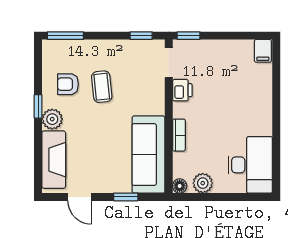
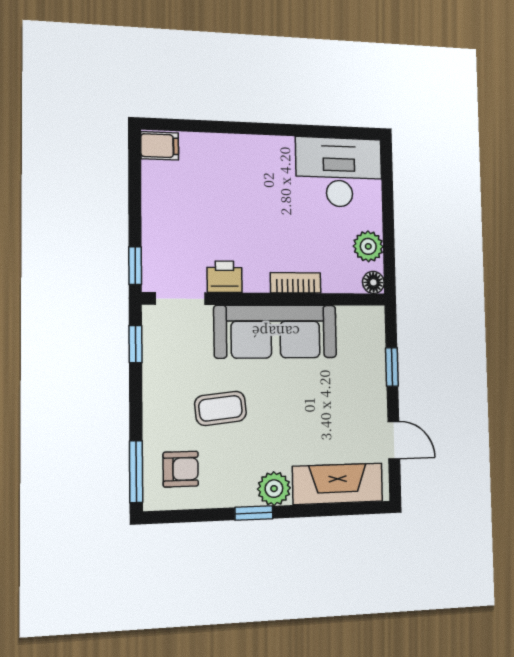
armchair: (68, 84) -> (181, 469), moved, turned -90
sofa: (148, 155) -> (276, 332), moved
door: (80, 197) -> (394, 440), hinge flipped

